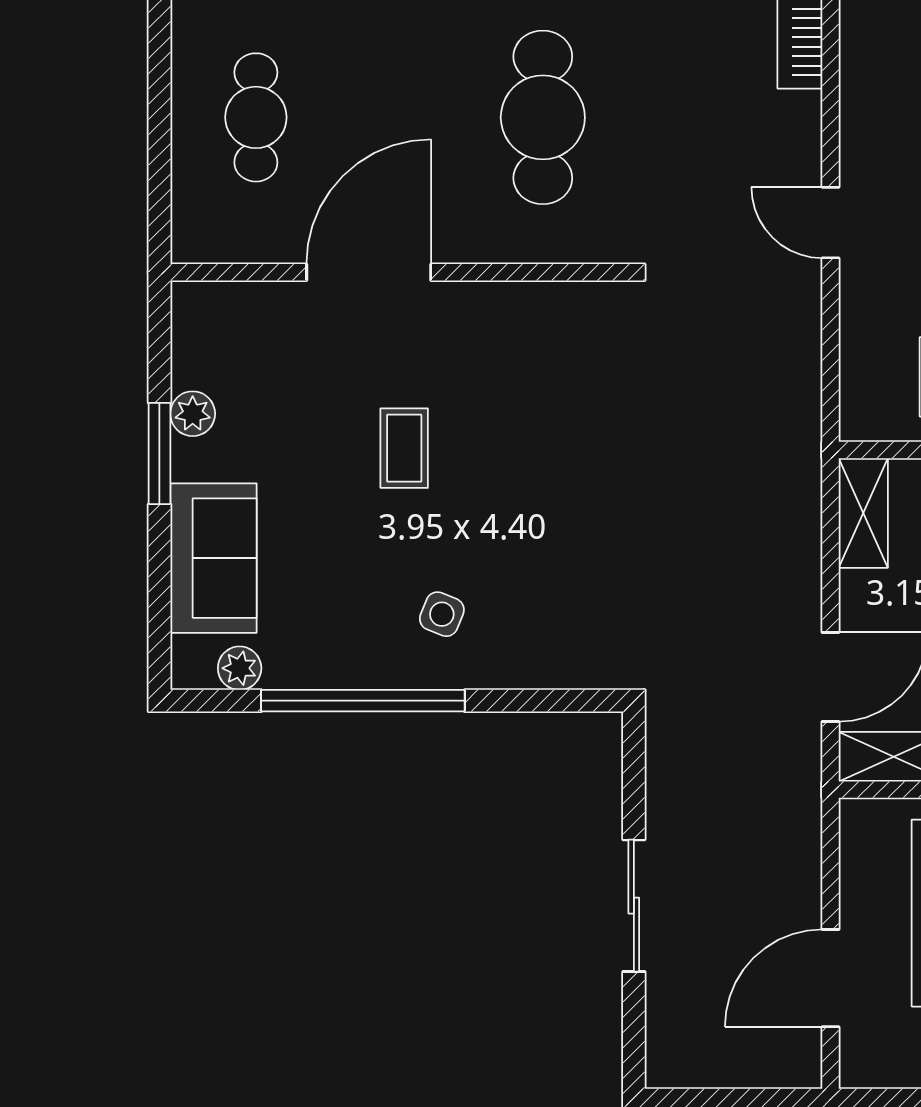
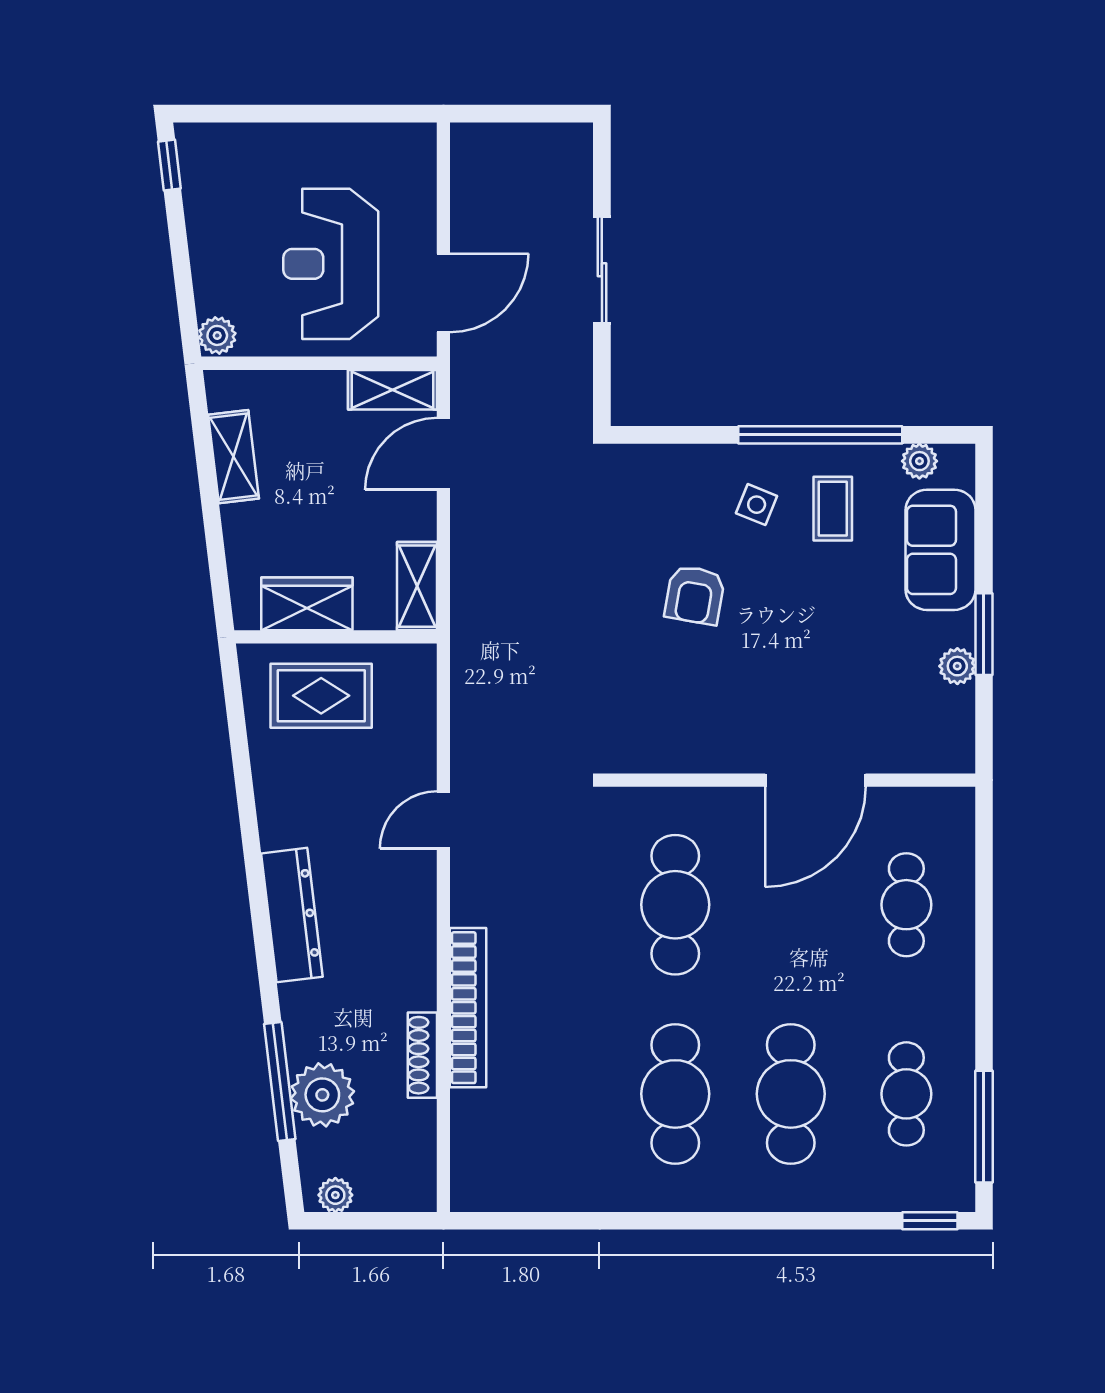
door: (831, 223) -> (443, 820), swing flipped
coffee table: (404, 448) -> (833, 509), moved
armchair: (519, 502) -> (695, 595), added
door: (831, 978) -> (443, 293), moved

